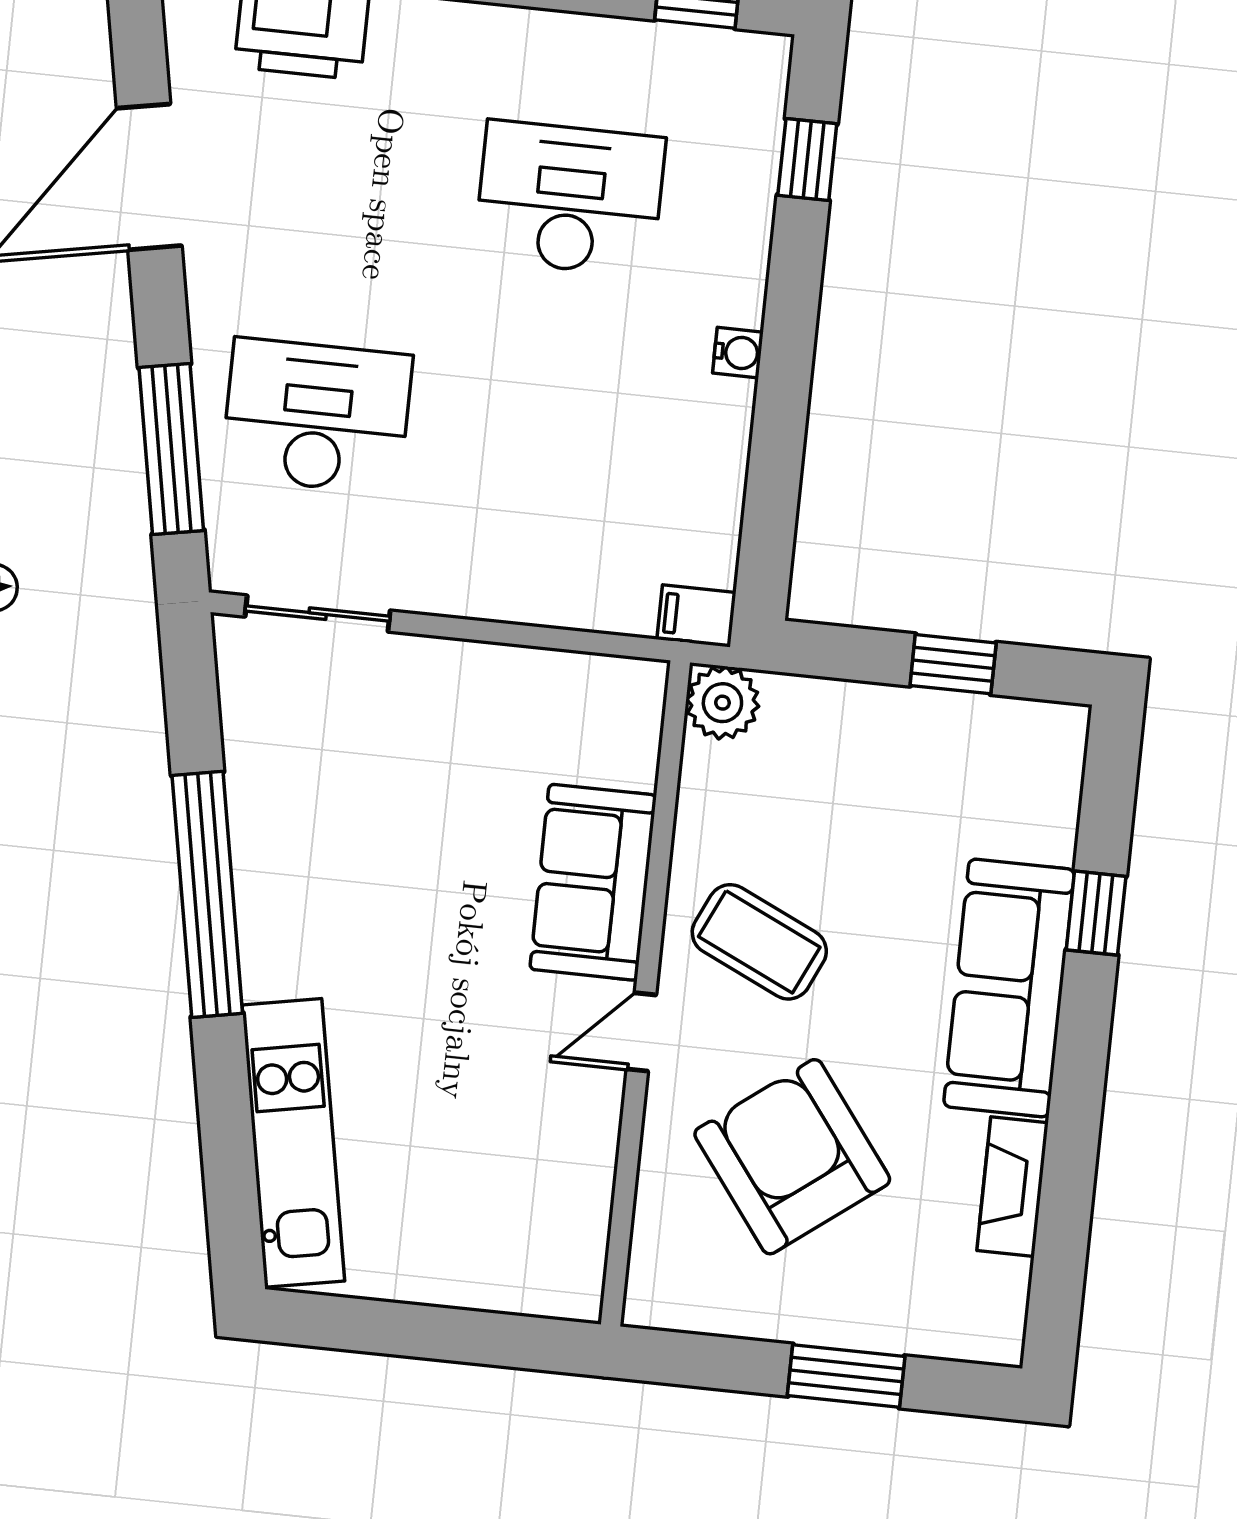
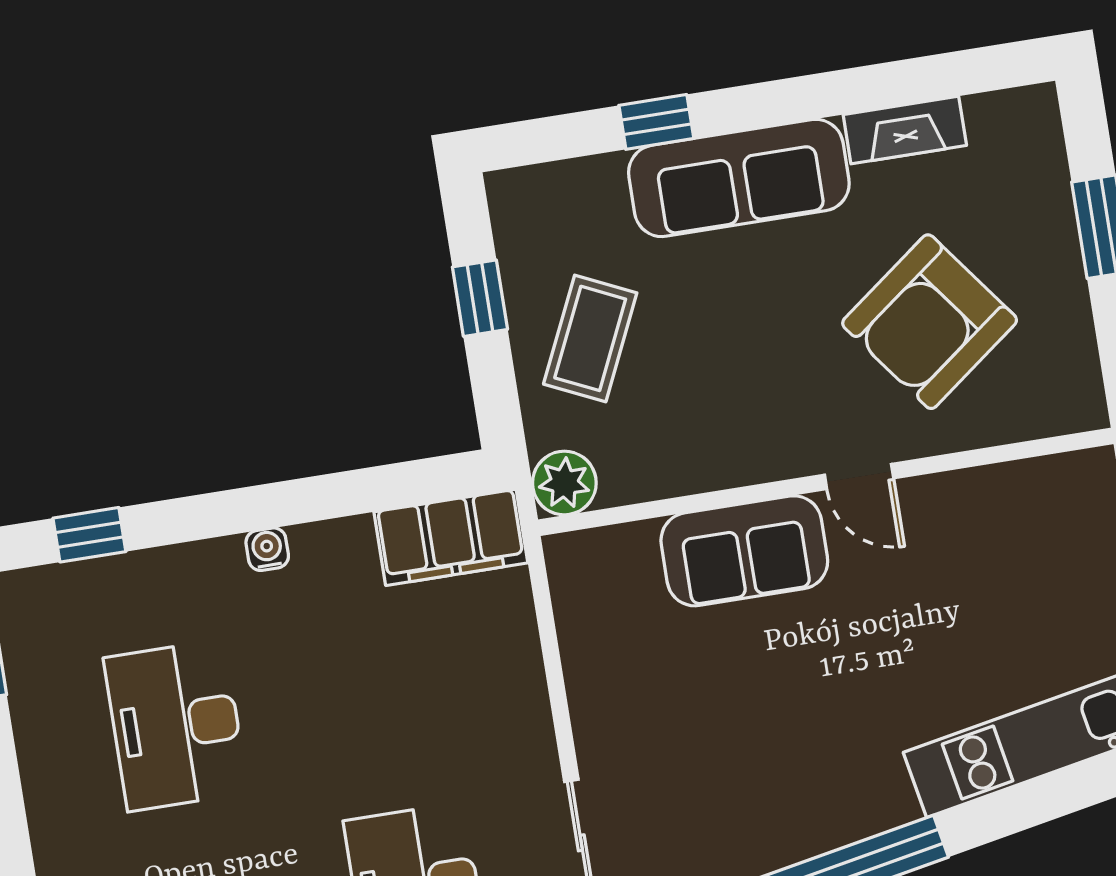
filing cabinet: (696, 616) -> (451, 537), width x3.00, depth x1.17
coffee table: (759, 942) -> (590, 338), moved

